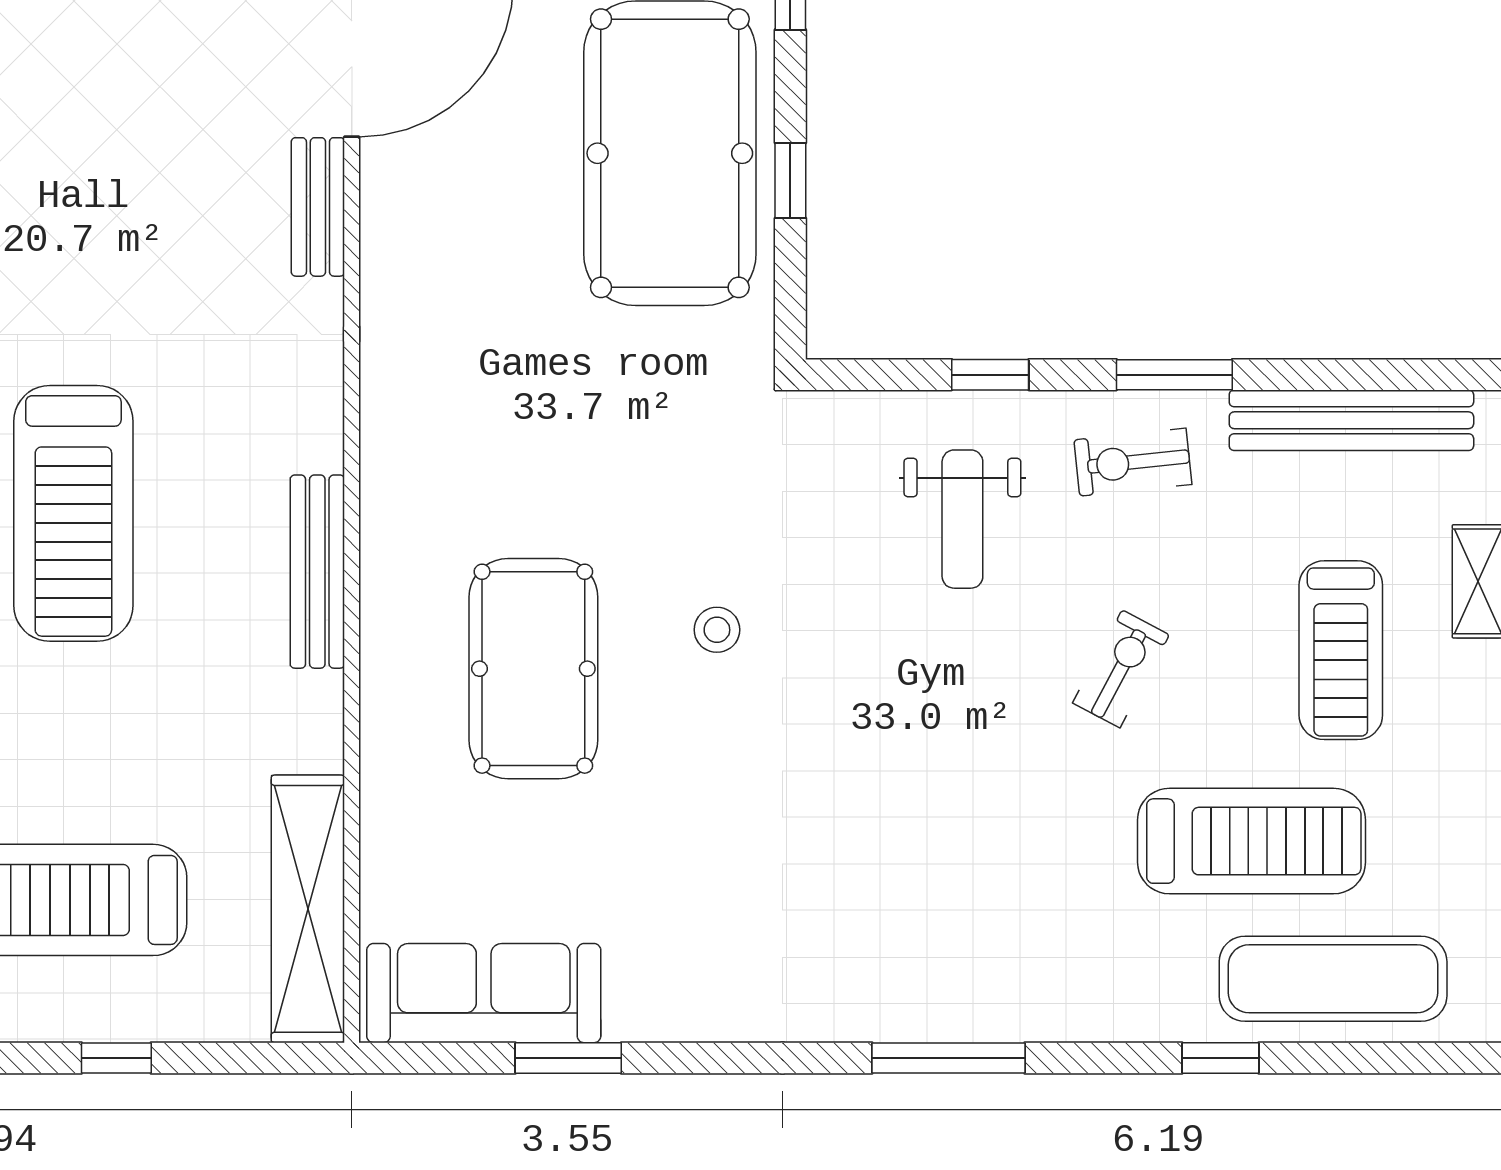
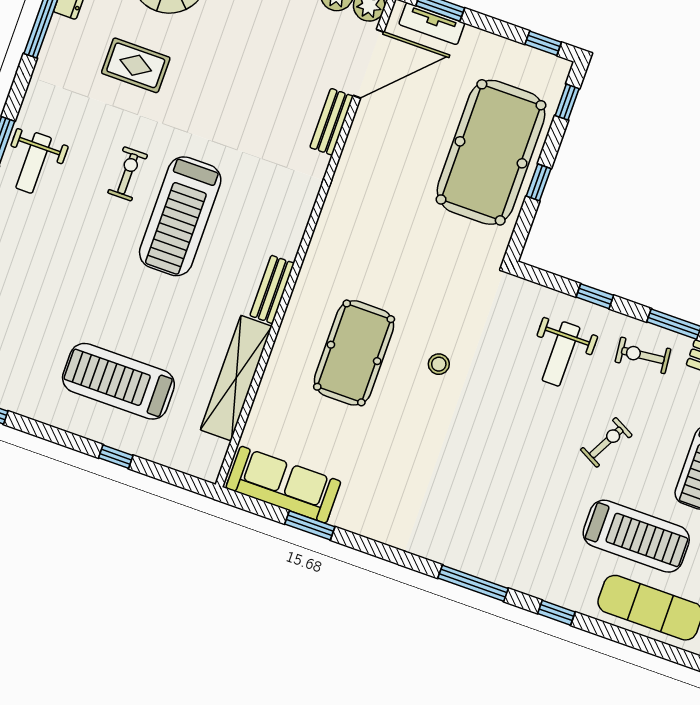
bench: (317, 572) -> (272, 289), width x0.73
shelving: (308, 909) -> (236, 378), moved
window: (1220, 1058) -> (556, 613), moved

